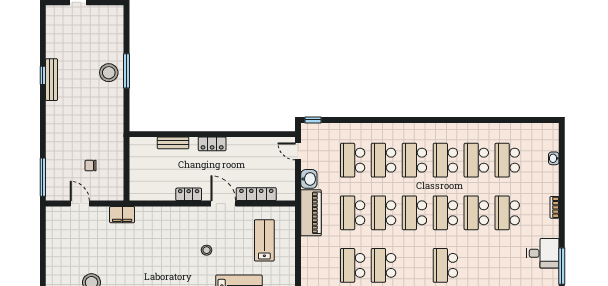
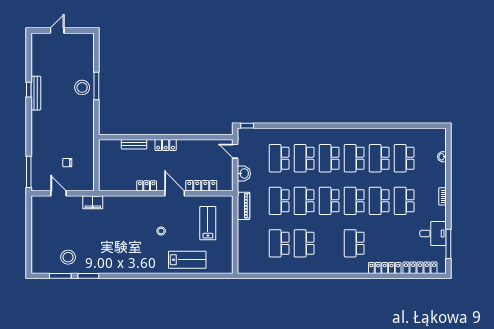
piano: (311, 213) -> (244, 206), width x0.73, depth x0.75

